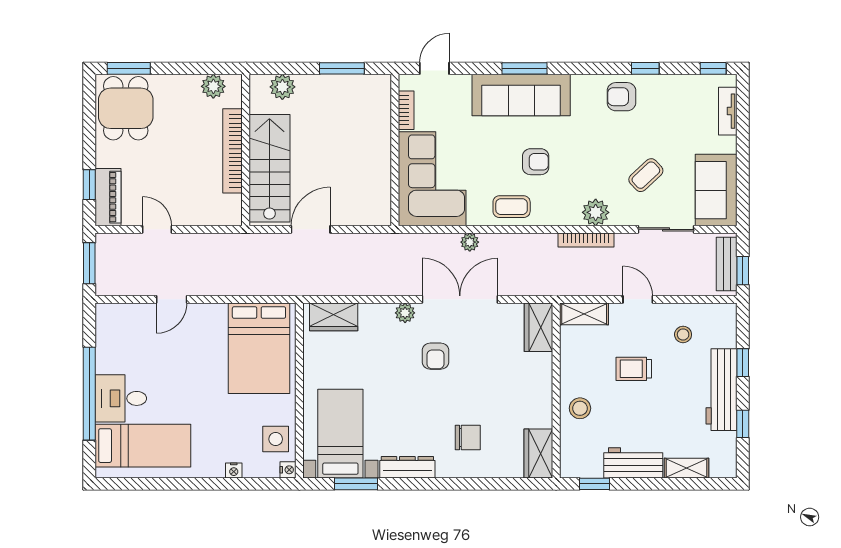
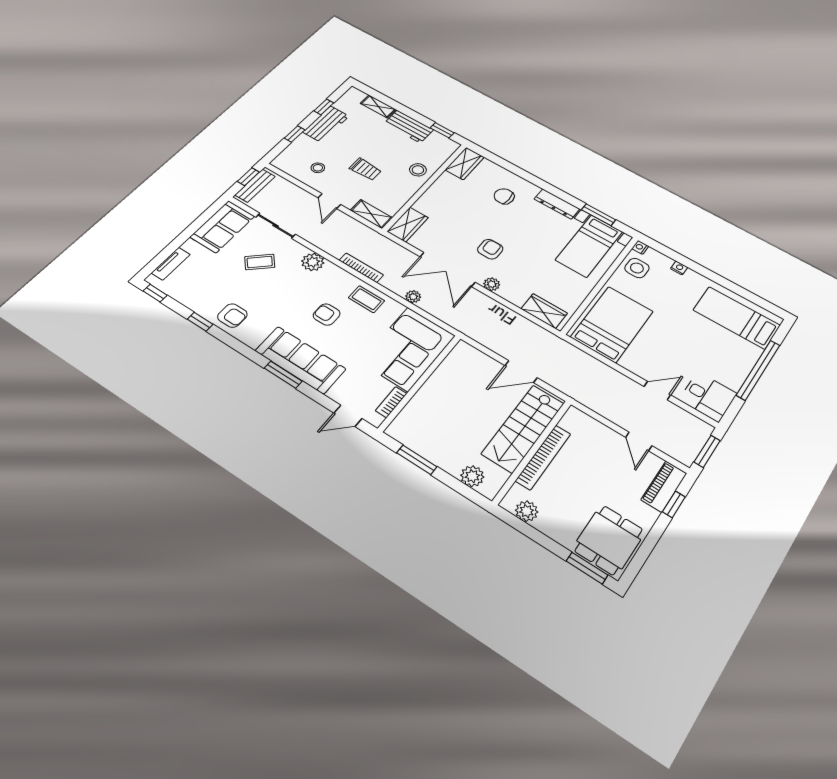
bookcase: (586, 240) -> (361, 268), moved
workbench: (722, 390) -> (326, 124), width x0.73
desk: (121, 398) -> (708, 397), moved

